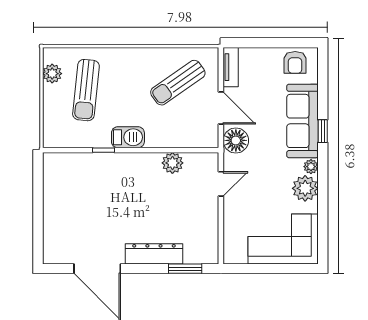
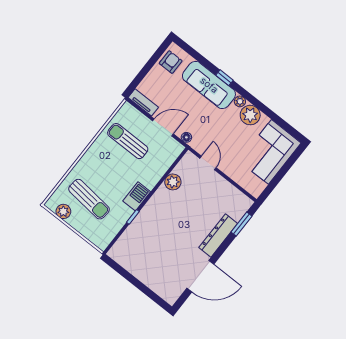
armchair: (295, 62) -> (171, 62), turned -90
sun lounger: (178, 83) -> (128, 141), turned 125
floor lamp: (236, 140) -> (186, 137), width x0.53, depth x0.53

